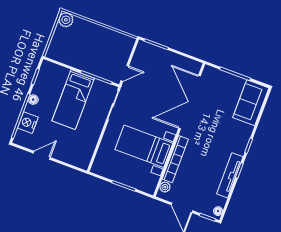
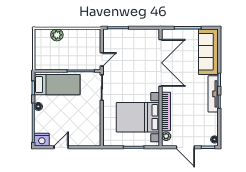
plant: (66, 20) -> (57, 35), moved
bed: (73, 99) -> (57, 85), moved, turned -90
double door: (190, 102) -> (161, 63), swing flipped
sofa: (251, 103) -> (208, 52), width x1.36
nightstand: (28, 123) -> (42, 140), moved, turned -90
bed with nightstands: (144, 146) -> (138, 117), width x1.36
tv unit: (230, 175) -> (213, 94), moved

